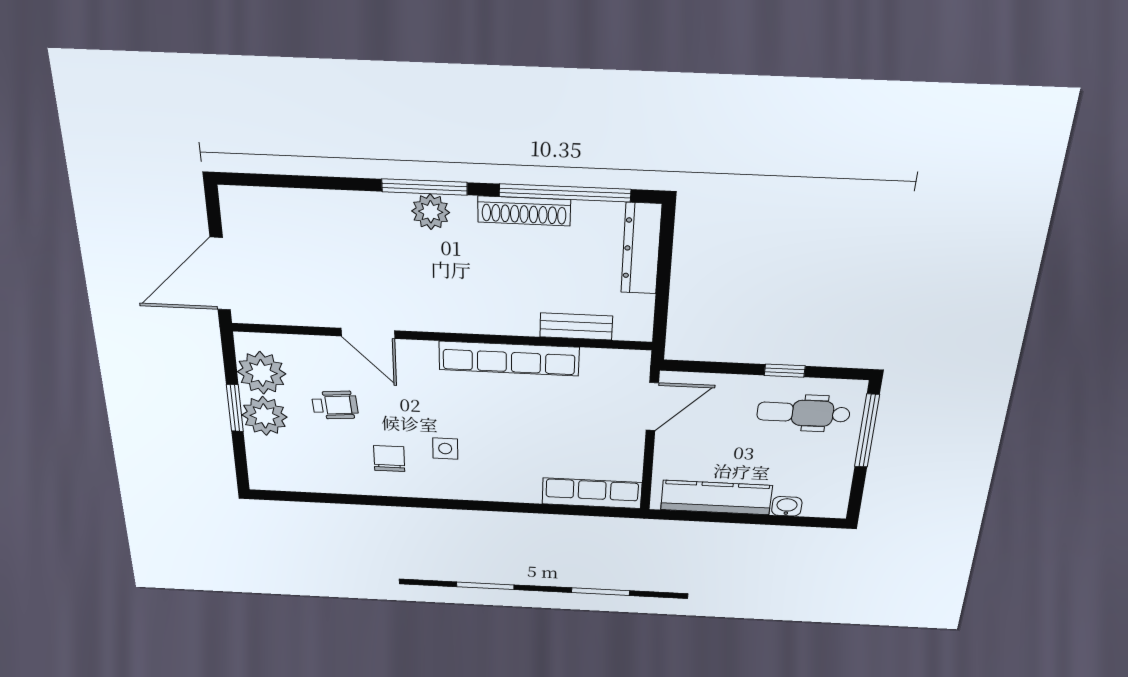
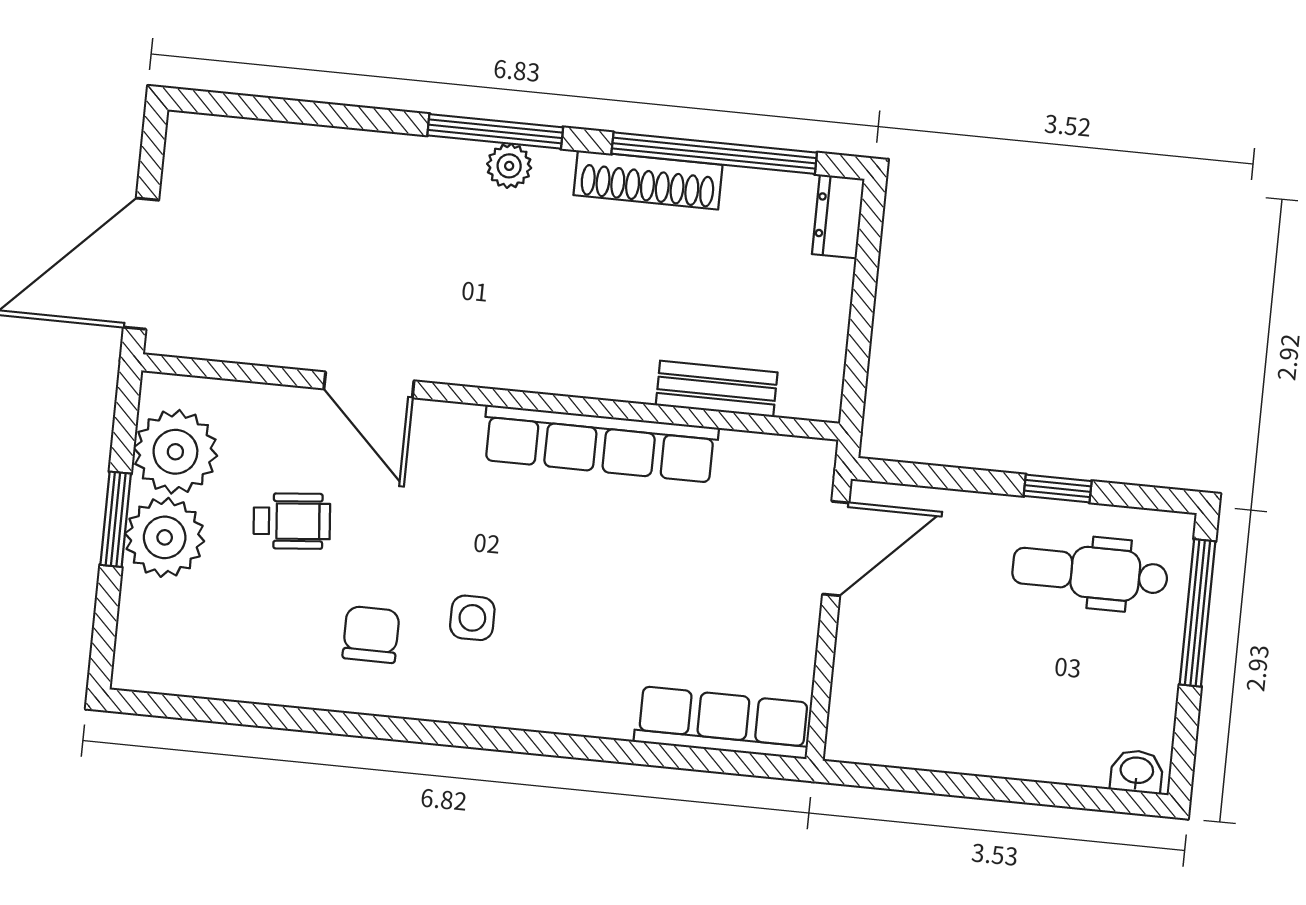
plant: (431, 212) -> (509, 166), width x0.73, depth x0.73
dresser: (641, 249) -> (838, 216), width x0.51, depth x0.80
kitchen counter: (716, 498) -> (941, 741), removed
washbasin: (787, 506) -> (1137, 771), moved

